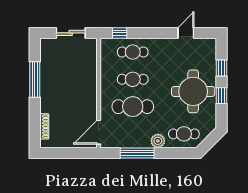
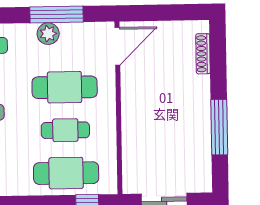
cafe table: (133, 52) -> (66, 173), width x1.37, depth x1.35
plant: (158, 141) -> (48, 34), moved

